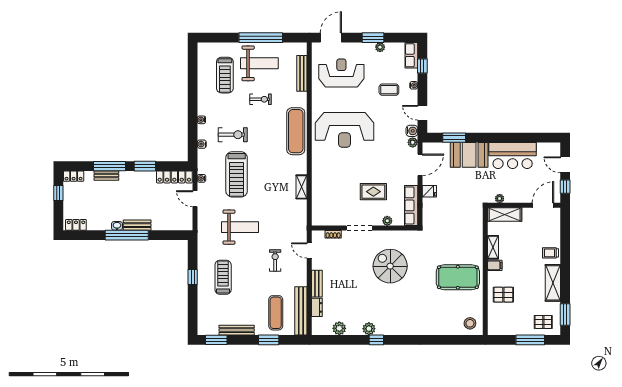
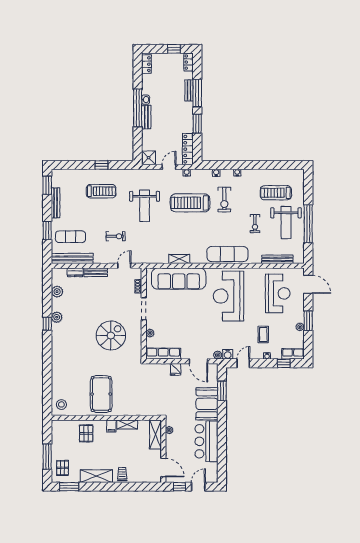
sofa: (324, 188) -> (179, 279), added
rug: (373, 192) -> (175, 321), removed
shower: (184, 222) -> (149, 158), added

